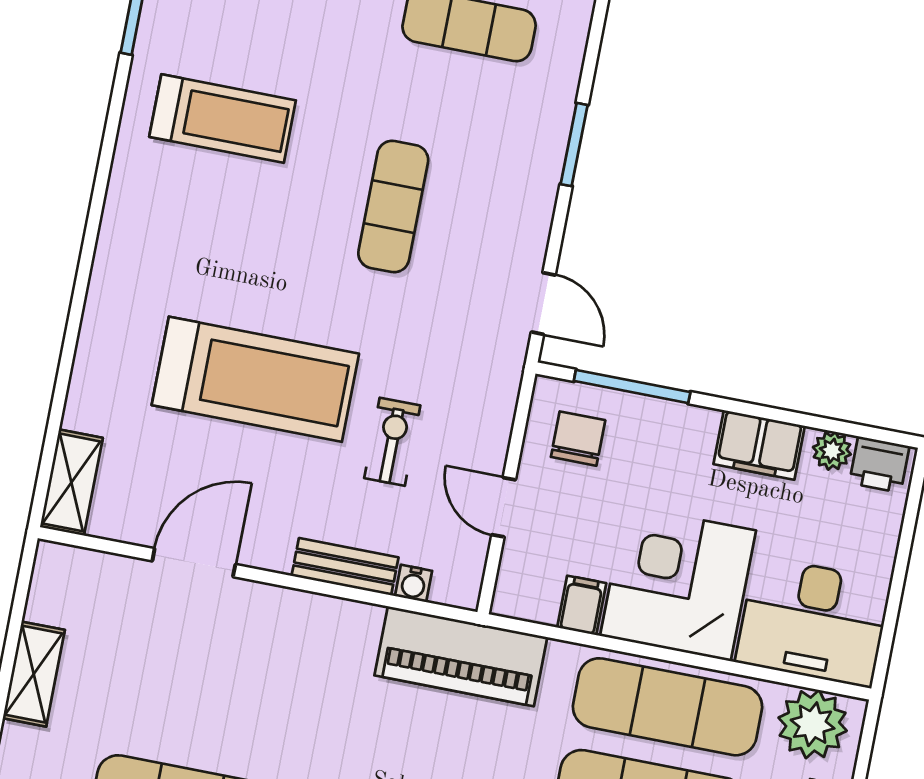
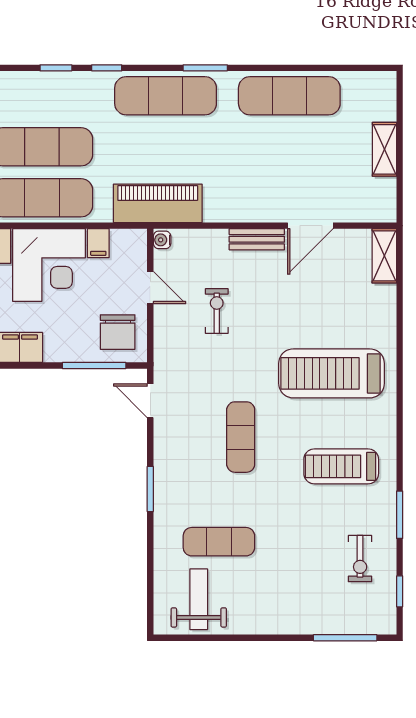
treadmill: (255, 379) -> (332, 373), moved
chair: (578, 439) -> (118, 332), width x1.37, depth x1.37
exercise bike: (392, 442) -> (217, 311), turned 180
bench: (345, 567) -> (257, 239), moved
water cooler: (413, 583) -> (162, 240), moved, turned -90

